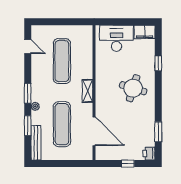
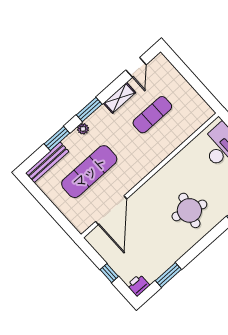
exercise mat: (62, 61) -> (152, 115), width x0.73, depth x0.69
shelving: (88, 91) -> (119, 98), moved

